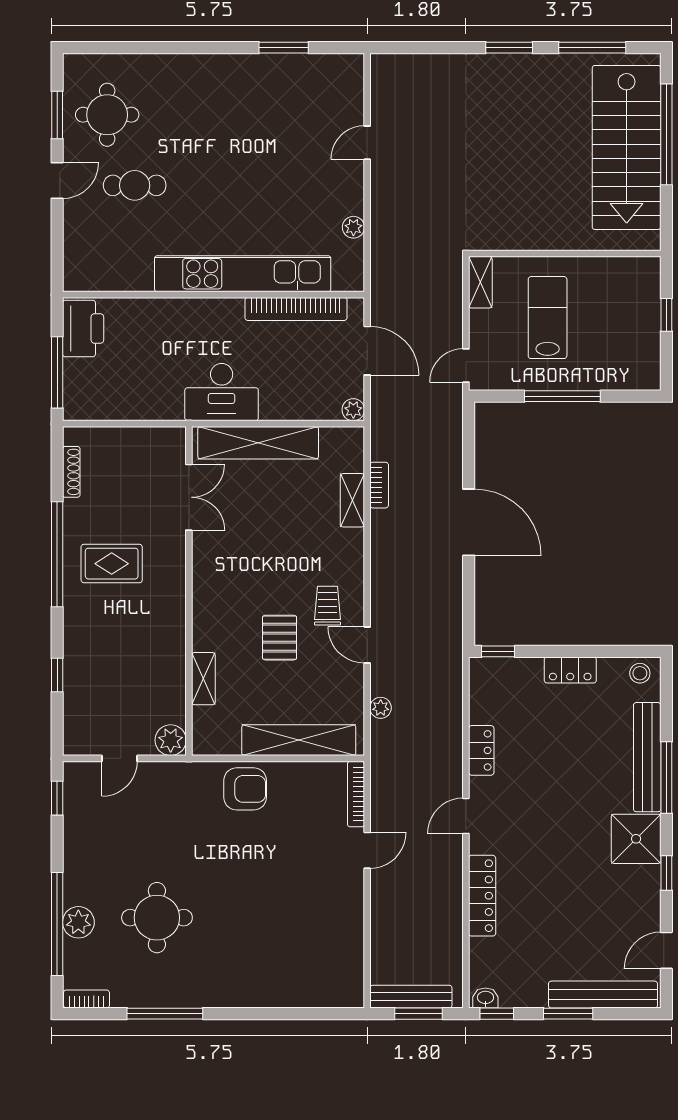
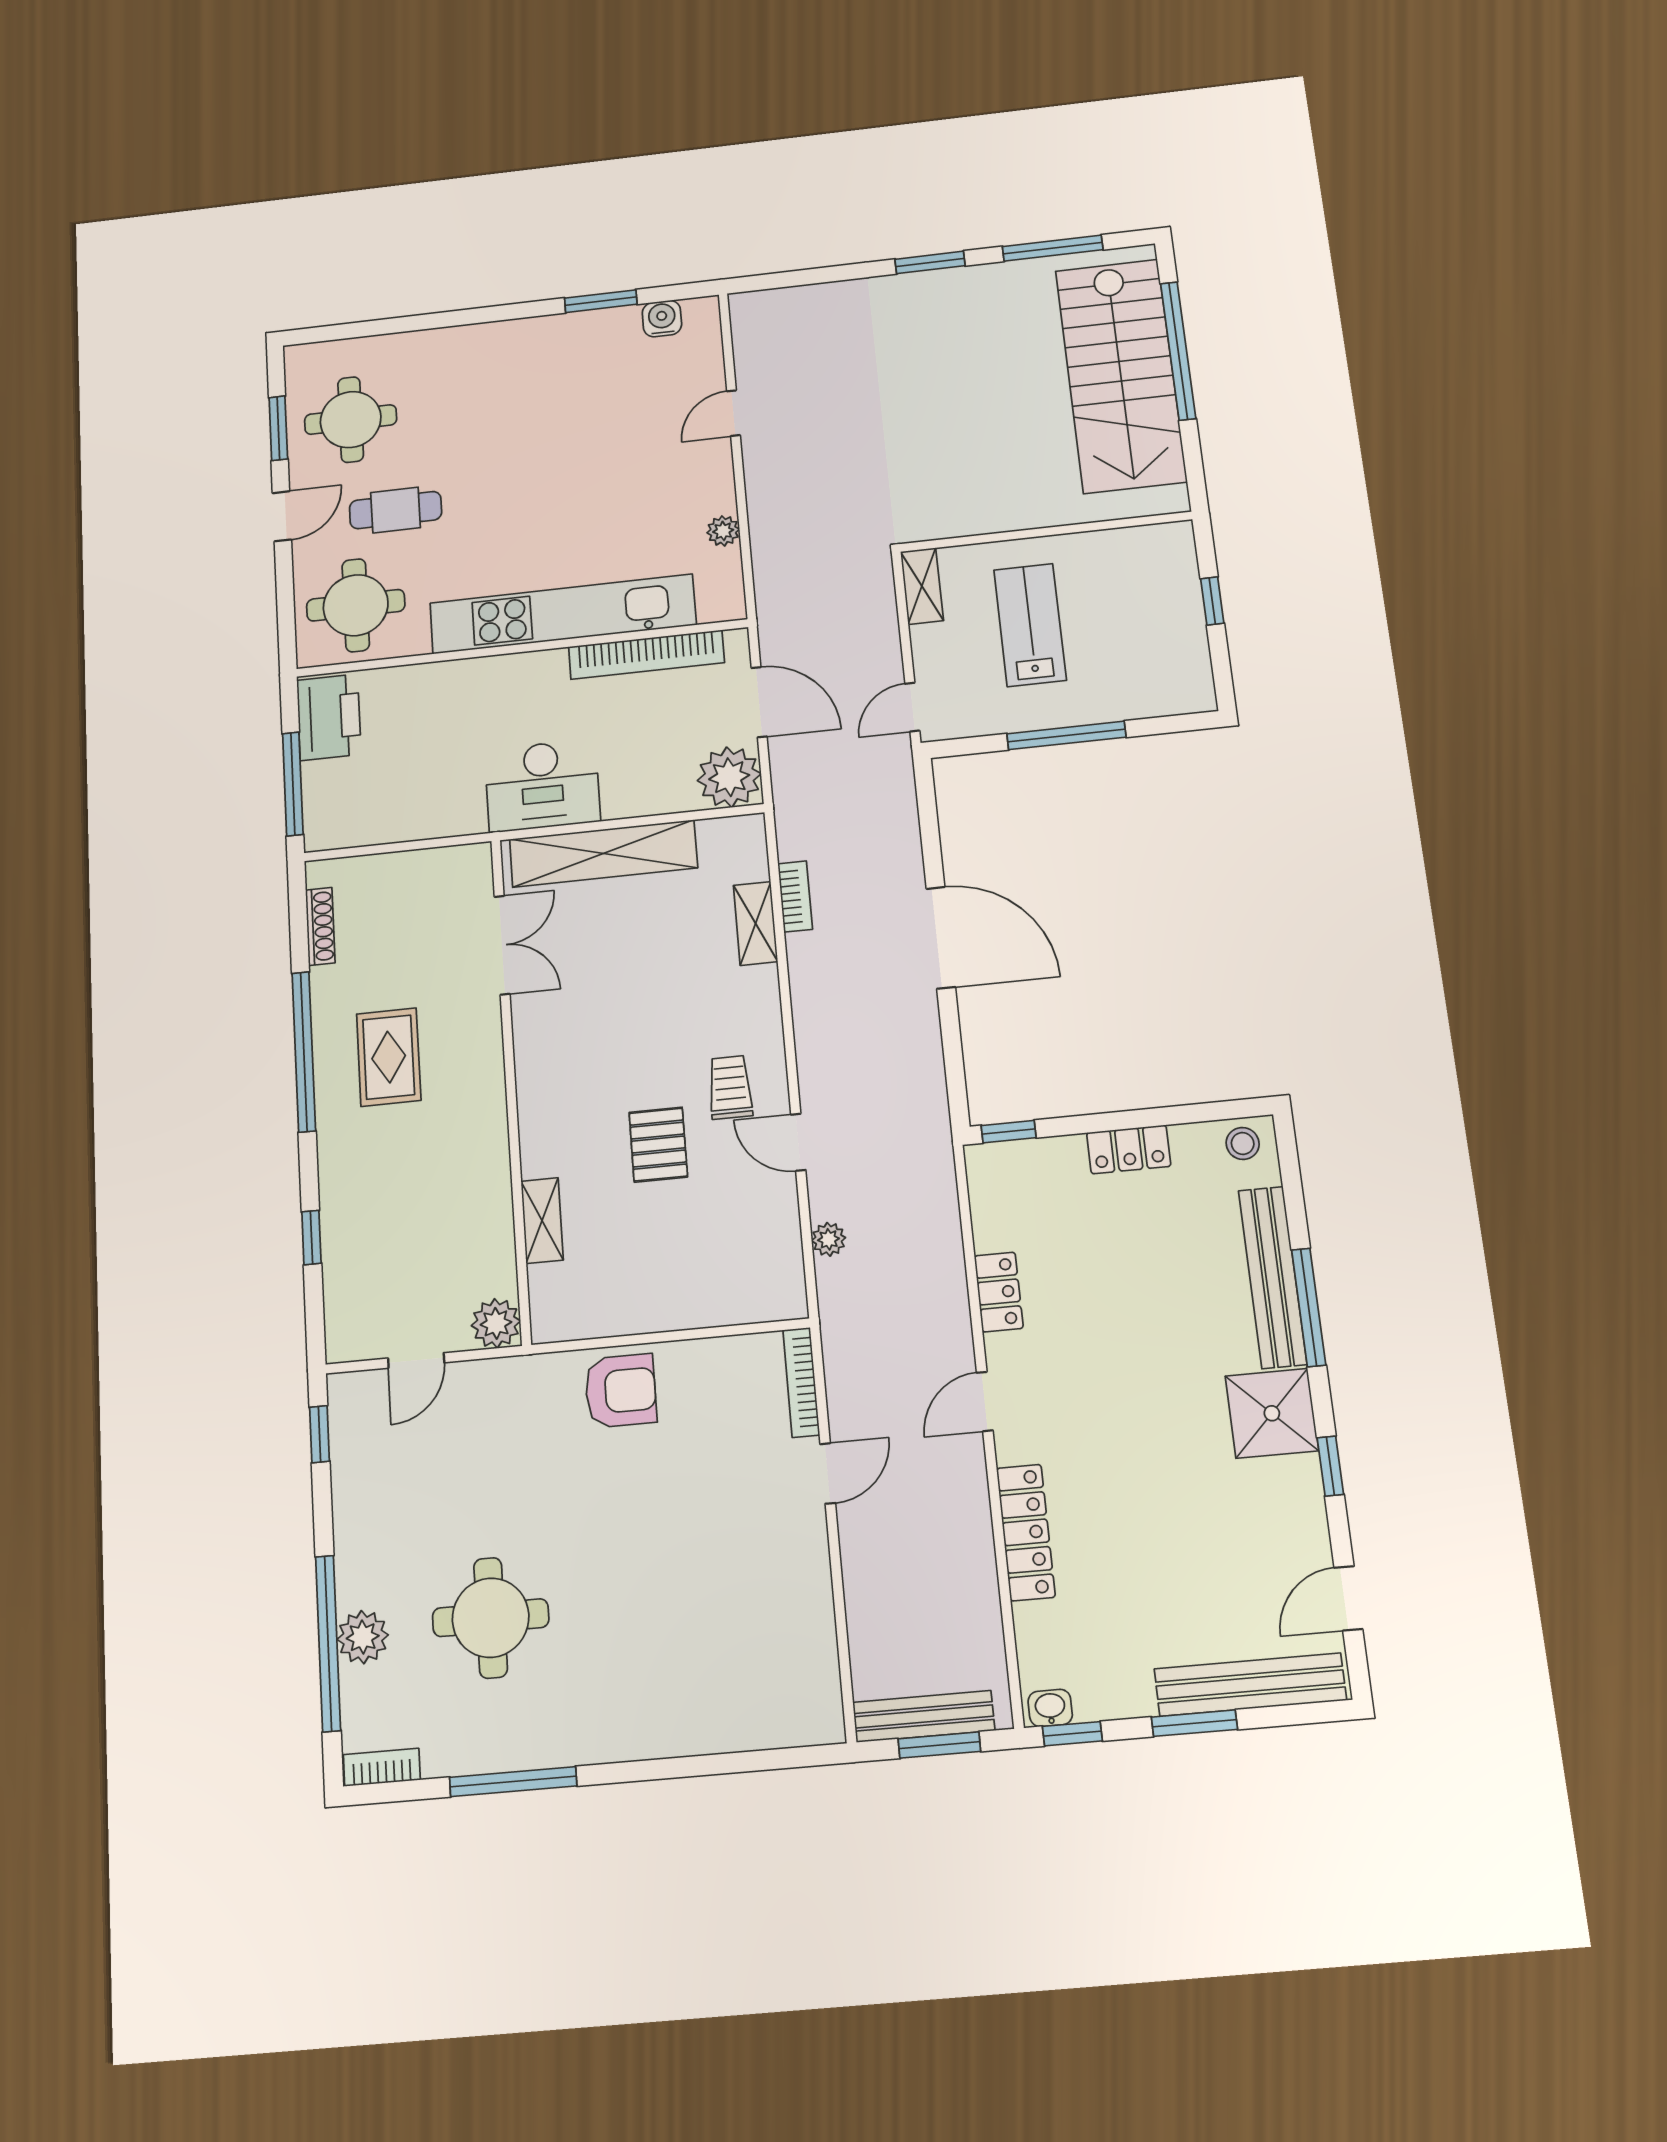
water cooler: (324, 66) -> (662, 319), added
round table: (105, 251) -> (356, 605), added
plant: (353, 410) -> (729, 777), width x1.87, depth x1.87
rug: (112, 564) -> (389, 1057), turned 90
shelving: (299, 740) -> (701, 1304), removed

